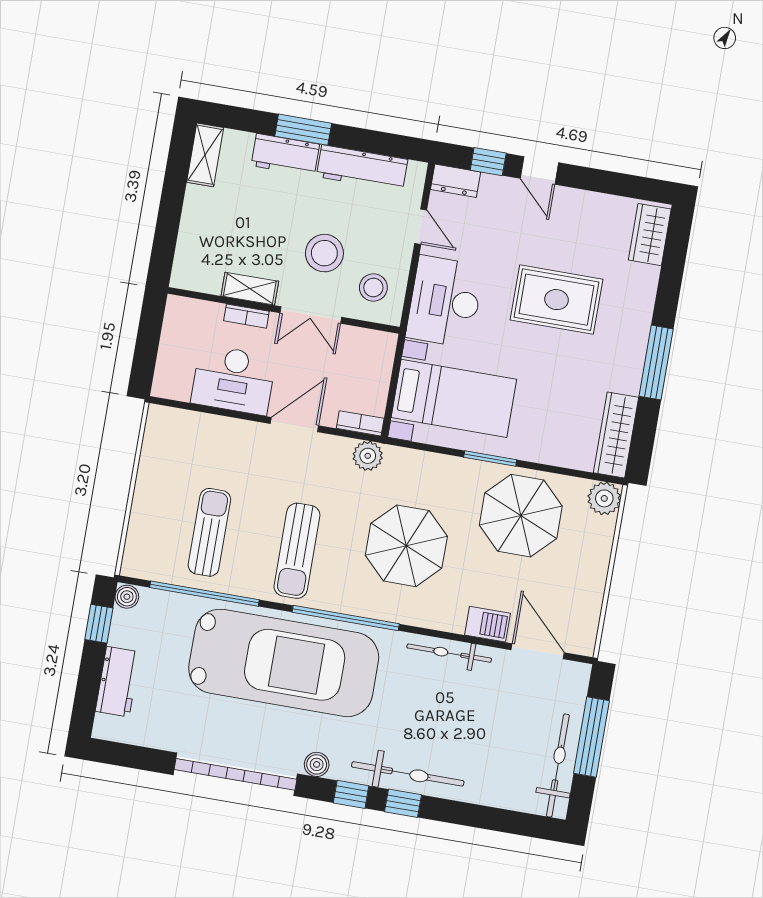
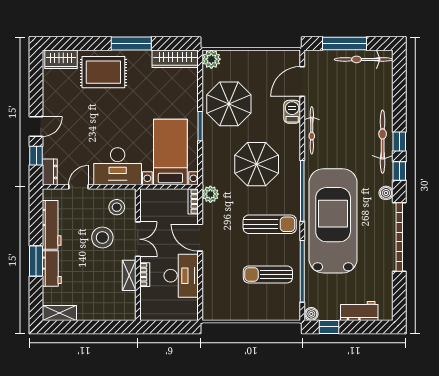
rug: (557, 300) -> (103, 72), moved, turned 90

